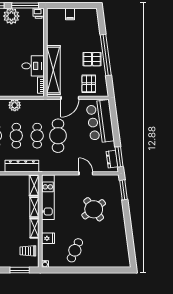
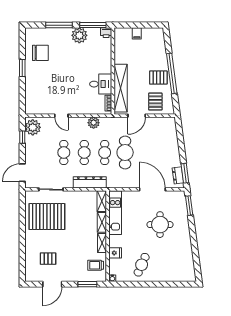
plant: (15, 105) -> (94, 123), moved
bar counter: (100, 122) -> (166, 139), removed
door: (86, 173) -> (152, 189), width x1.87
round table: (94, 209) -> (160, 225), turned 37

